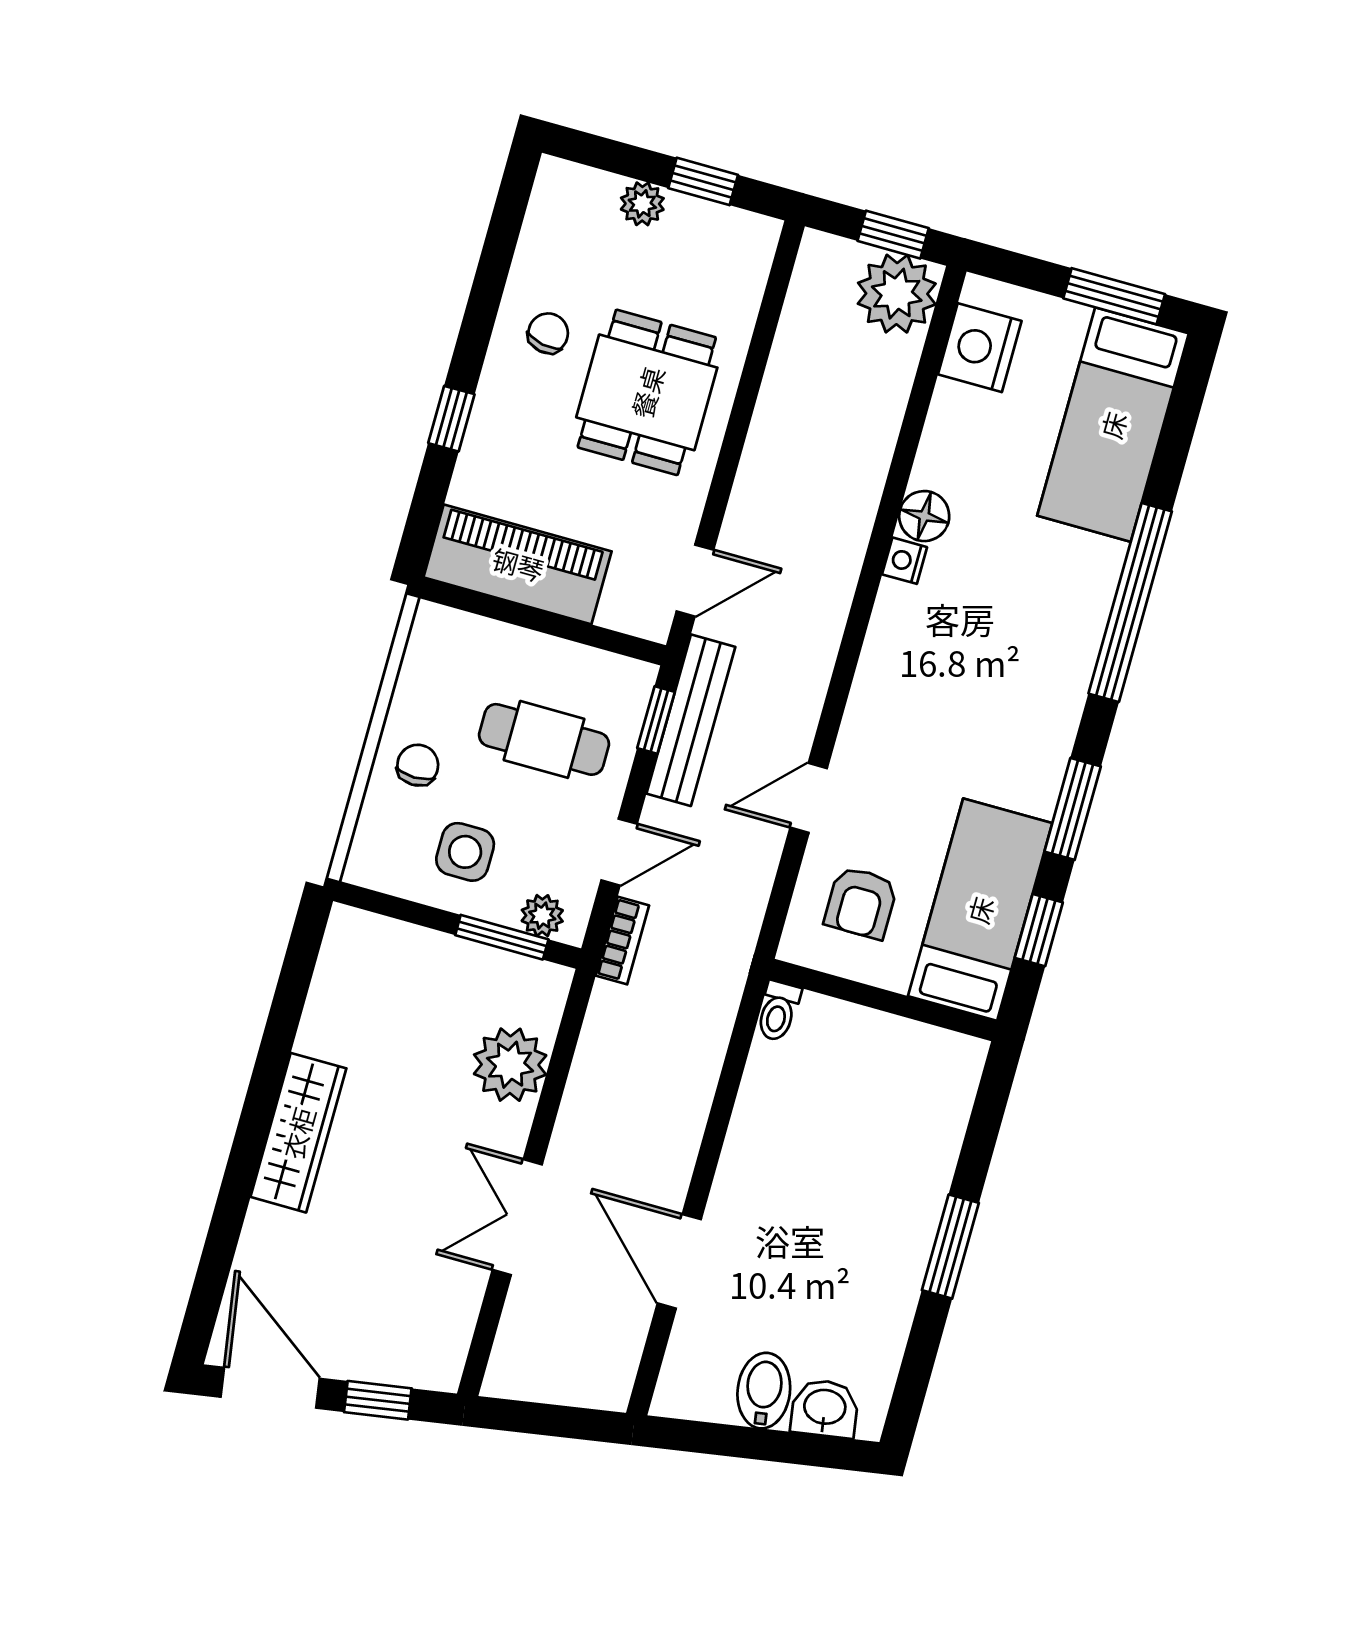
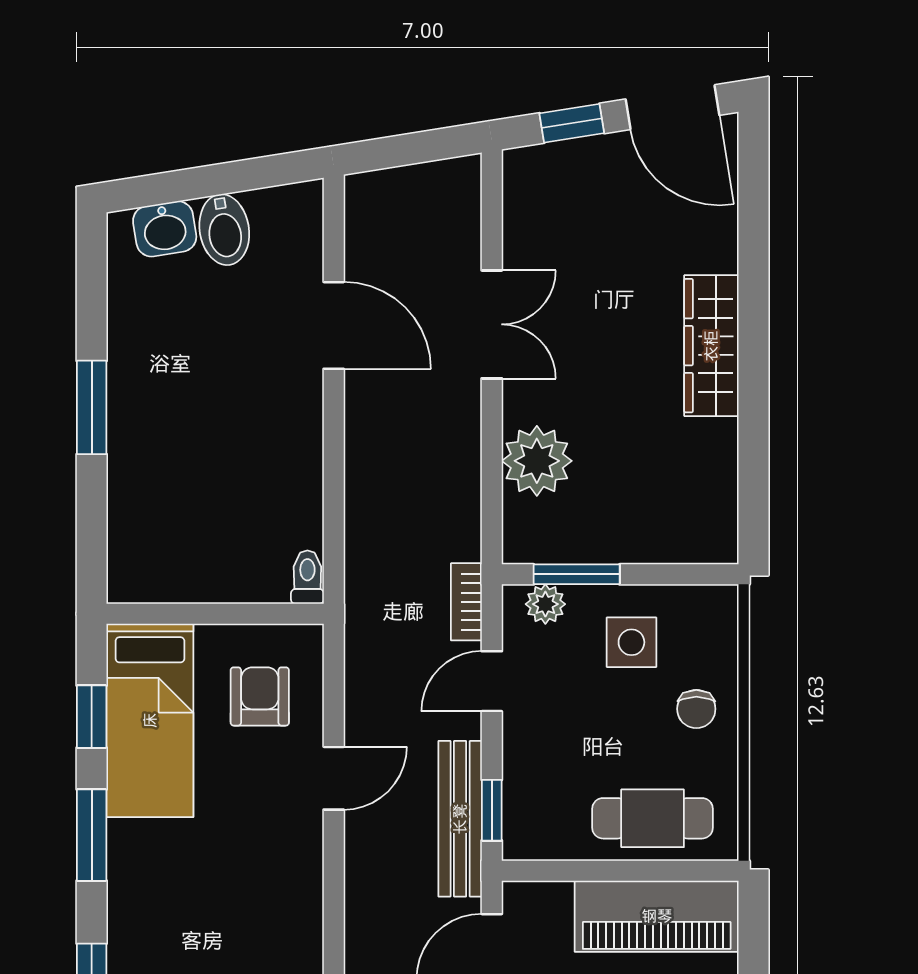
cafe table: (544, 739) -> (653, 818), moved

